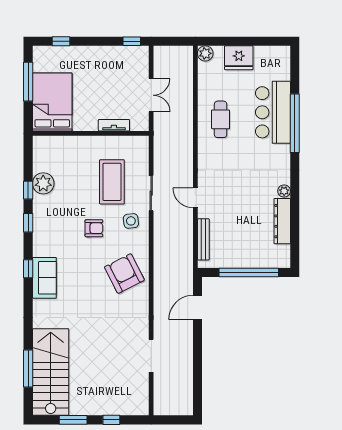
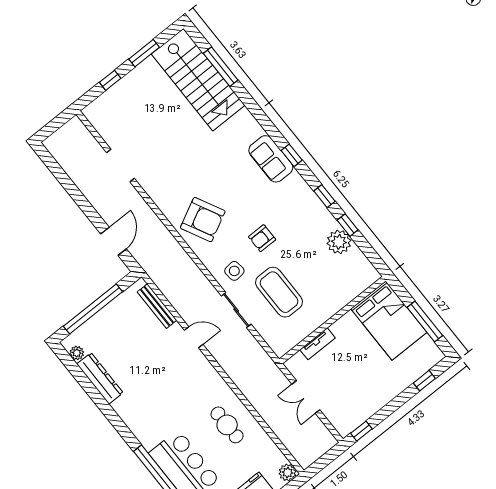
plant: (284, 191) -> (77, 353), moved

